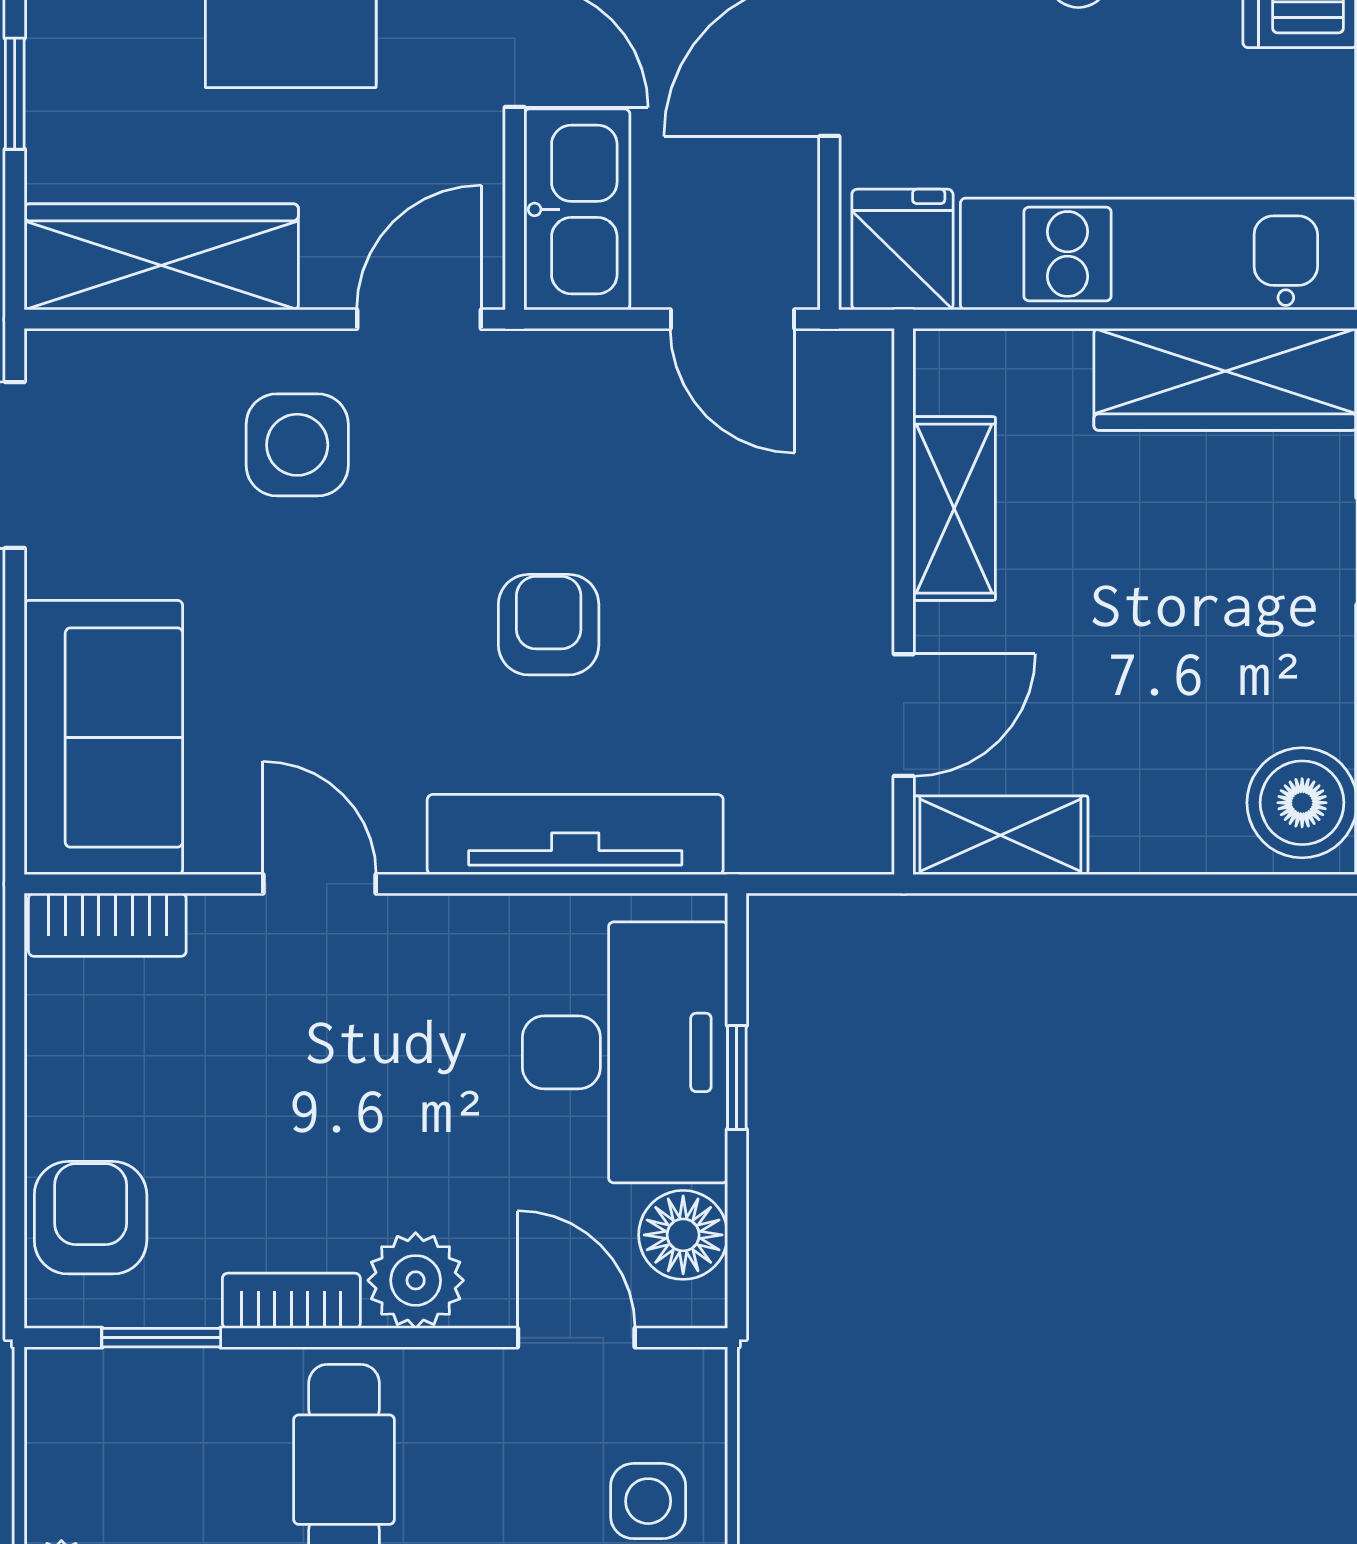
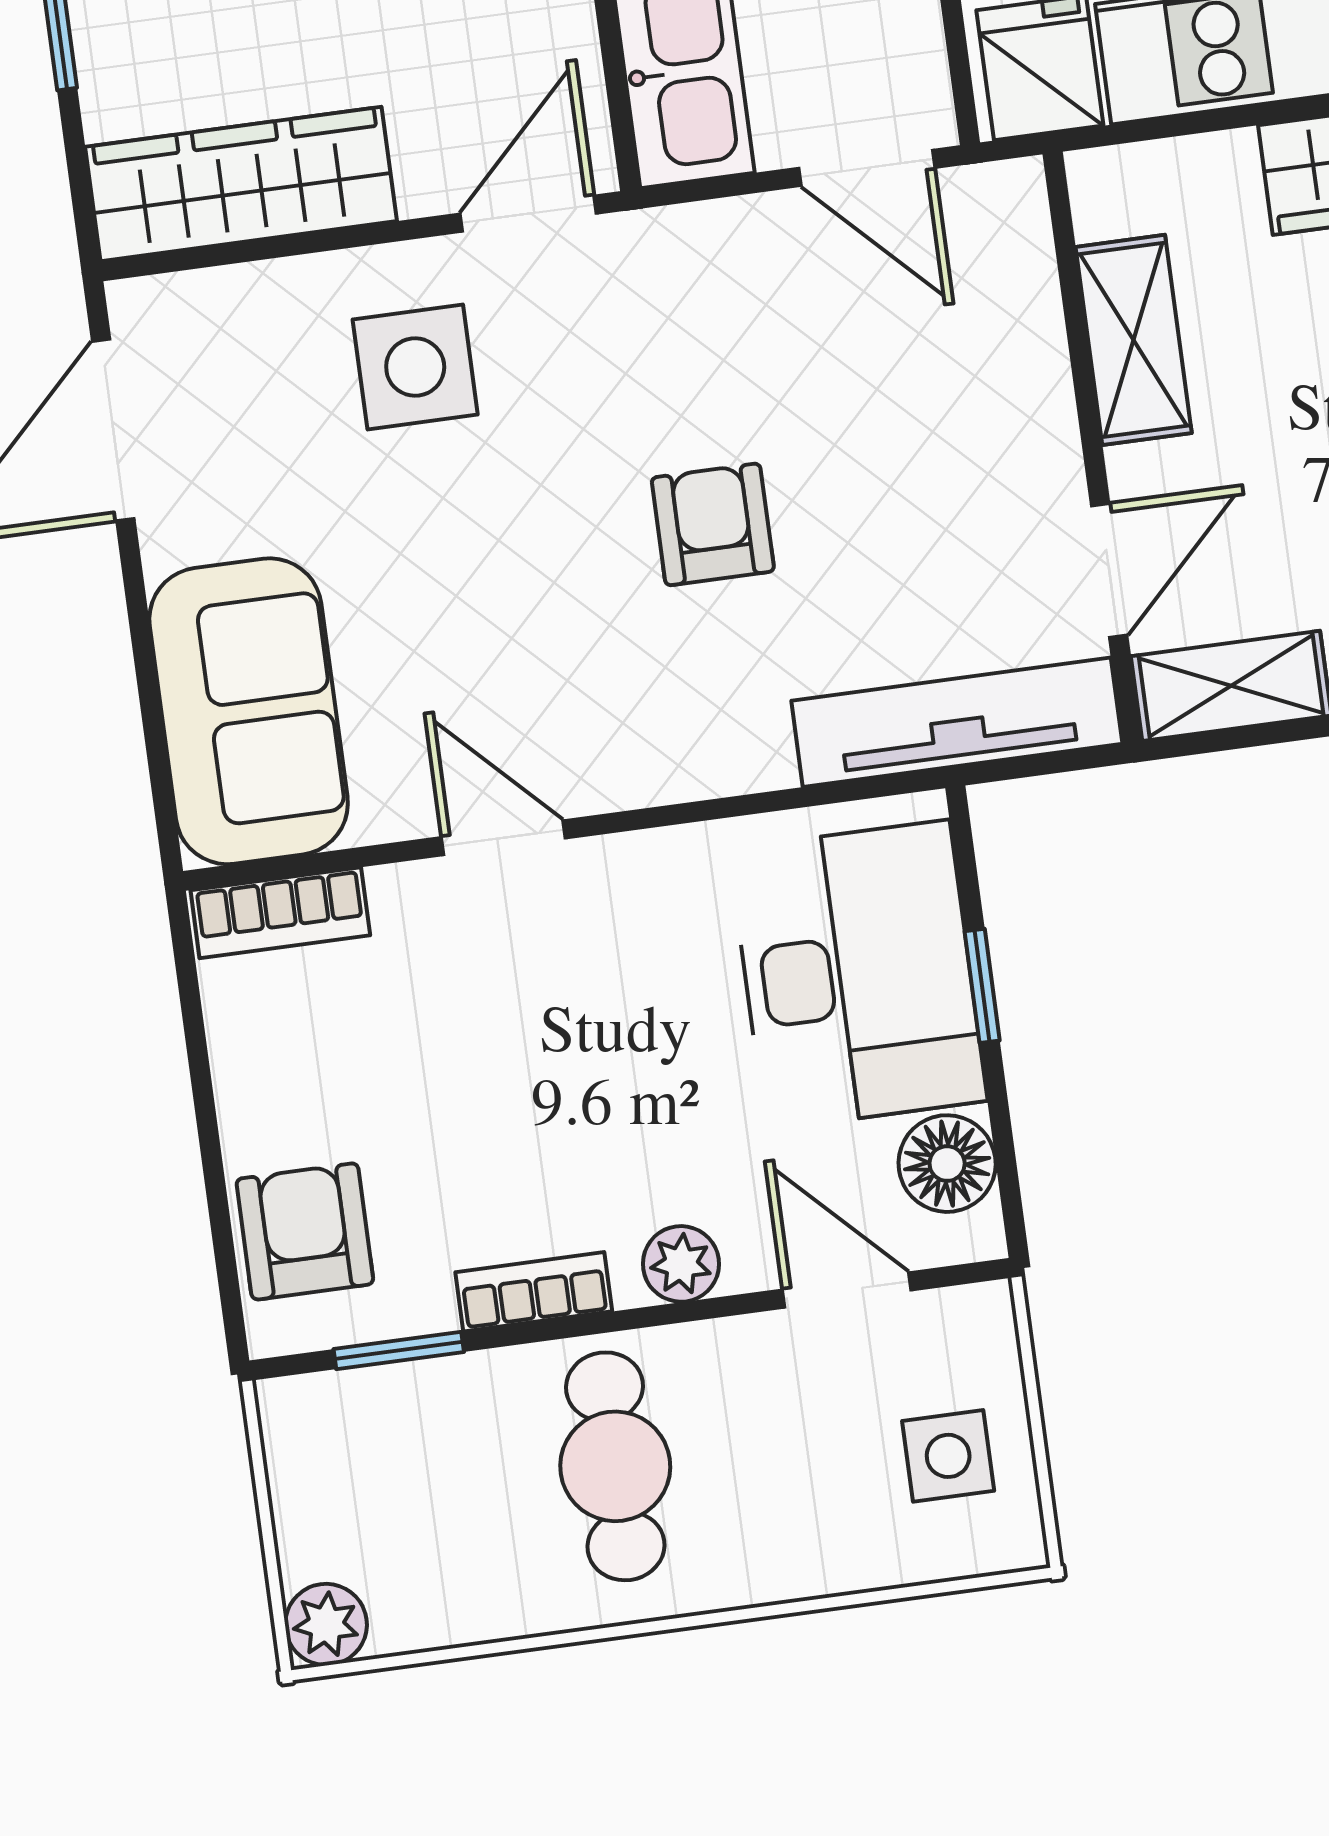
tv unit: (575, 835) -> (957, 722), moved
plant: (416, 1280) -> (681, 1264), width x0.73, depth x0.73

